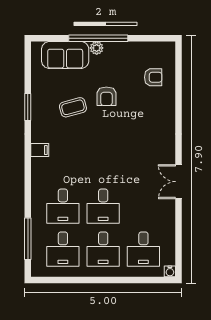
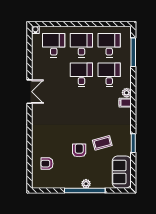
sofa: (65, 55) -> (122, 172), moved, turned -90
filing cabinet: (40, 150) -> (125, 103), moved
plant: (38, 180) -> (127, 93), added

